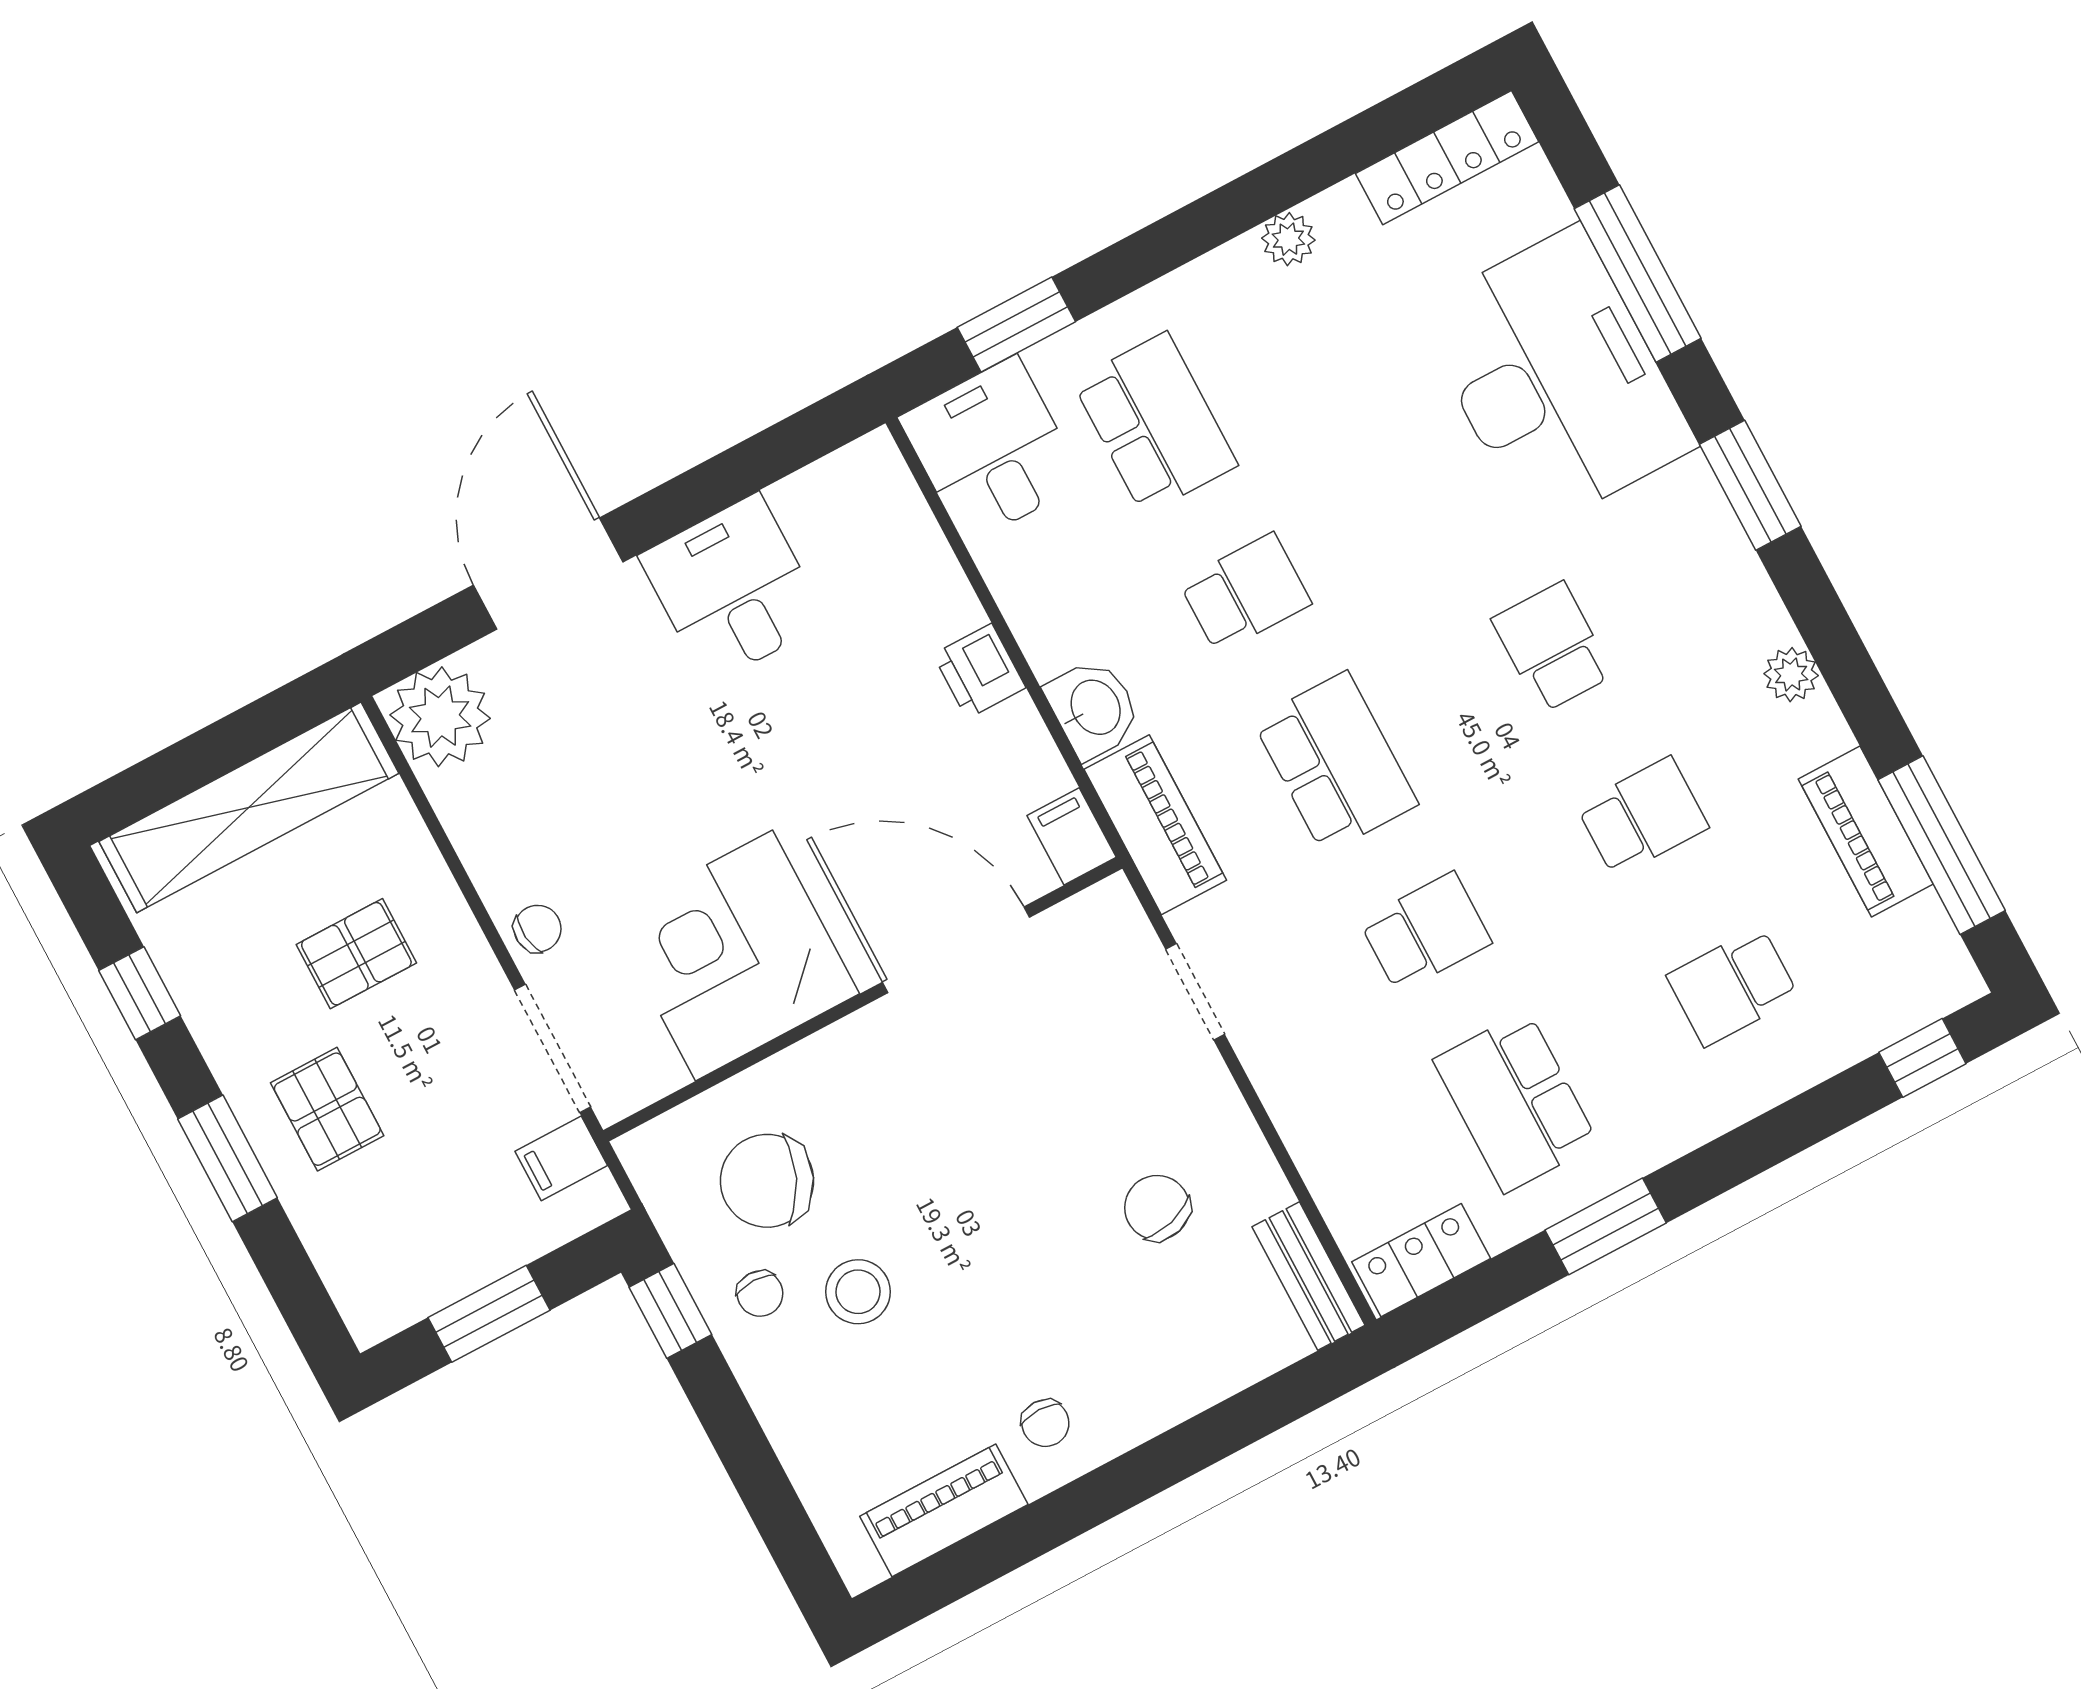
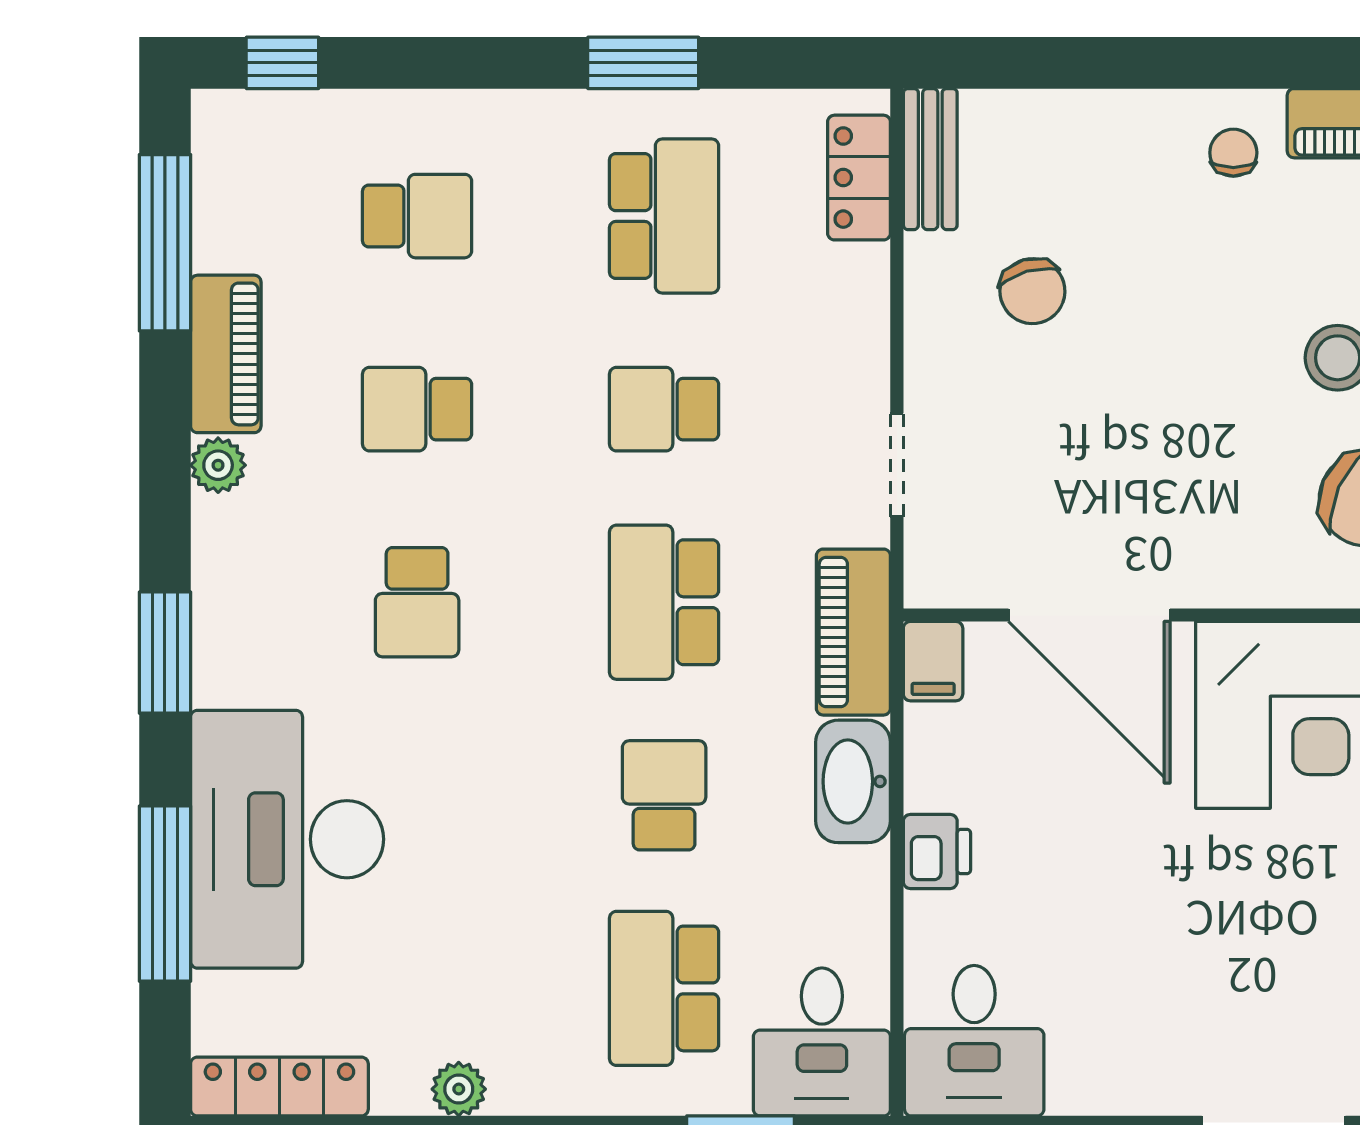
desk: (733, 589) -> (974, 1041), moved
school desk: (1245, 593) -> (664, 795), turned 90
washbasin: (1094, 708) -> (853, 781), width x1.38
piano: (1866, 832) -> (226, 354), moved
locker: (1421, 1260) -> (859, 178), moved, turned 90

